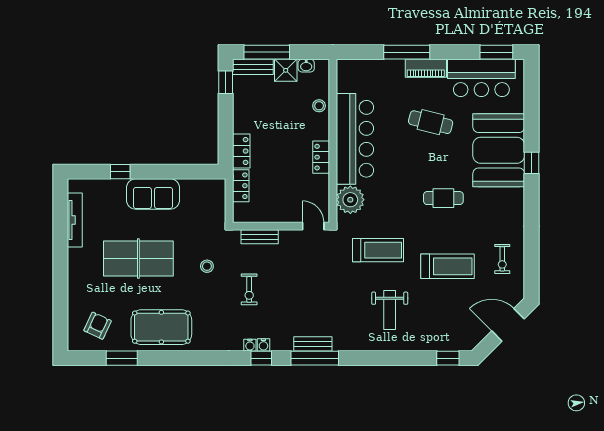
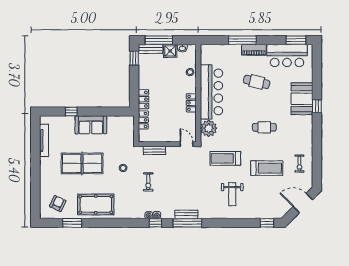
booth: (499, 150) -> (302, 99), width x0.73, depth x0.70
treadmill: (378, 250) -> (225, 158), turned 180

